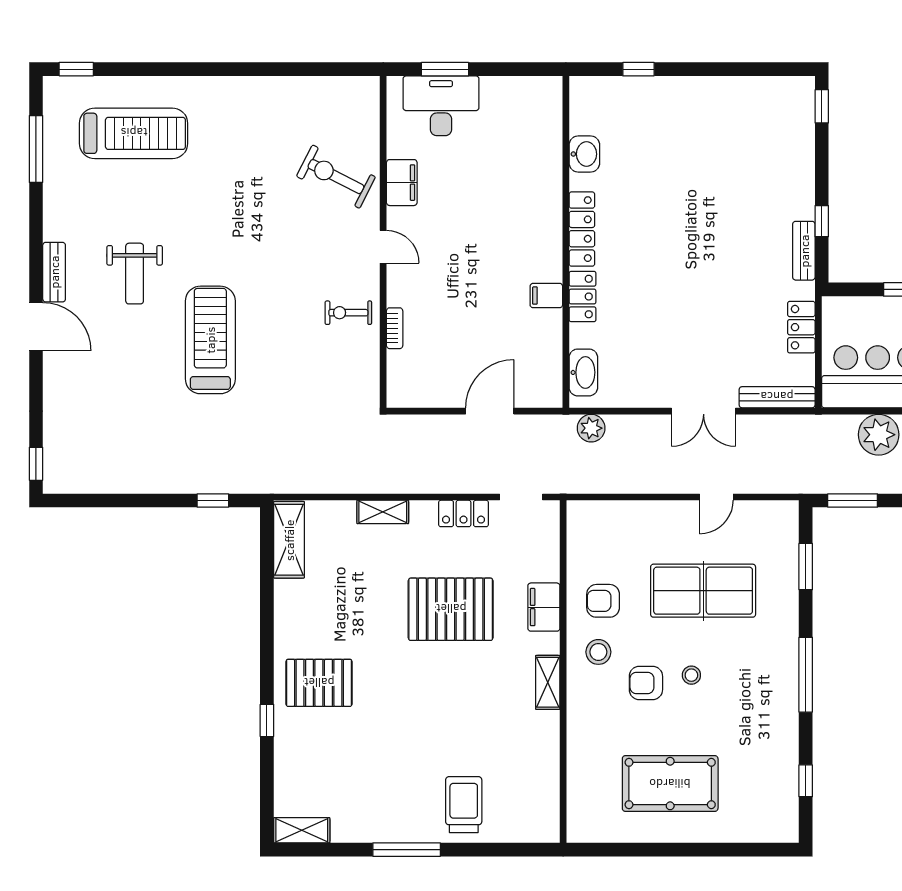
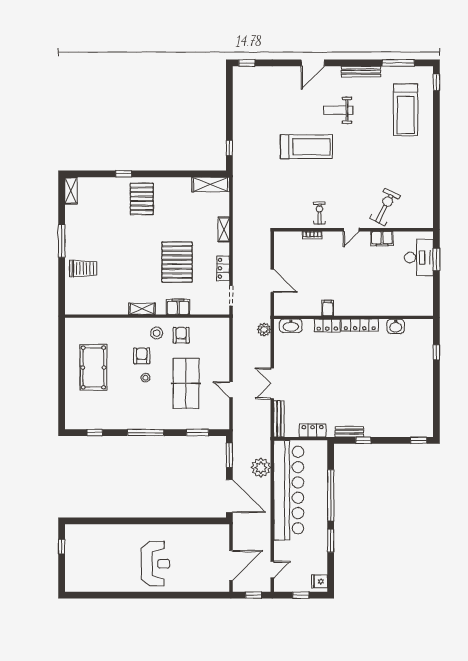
bench: (54, 272) -> (361, 72), moved, width x1.36

